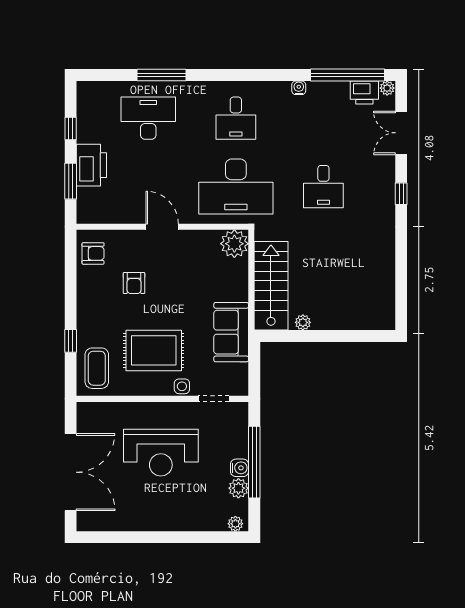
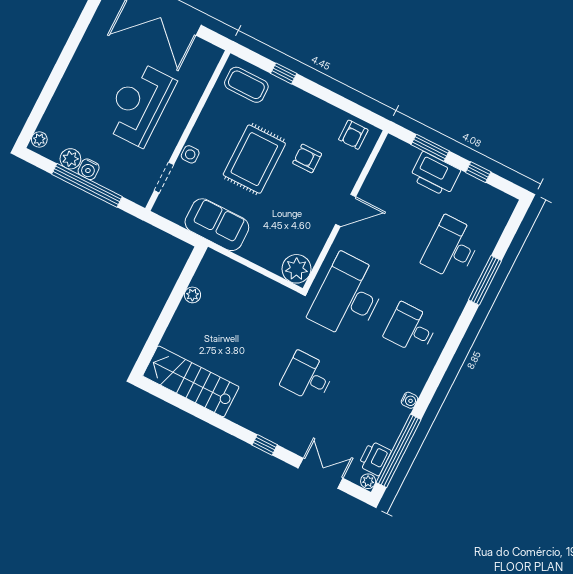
desk: (148, 118) -> (452, 248), turned 180
stairs: (271, 286) -> (191, 381), moved, turned 180
rug: (154, 350) -> (254, 159), moved

